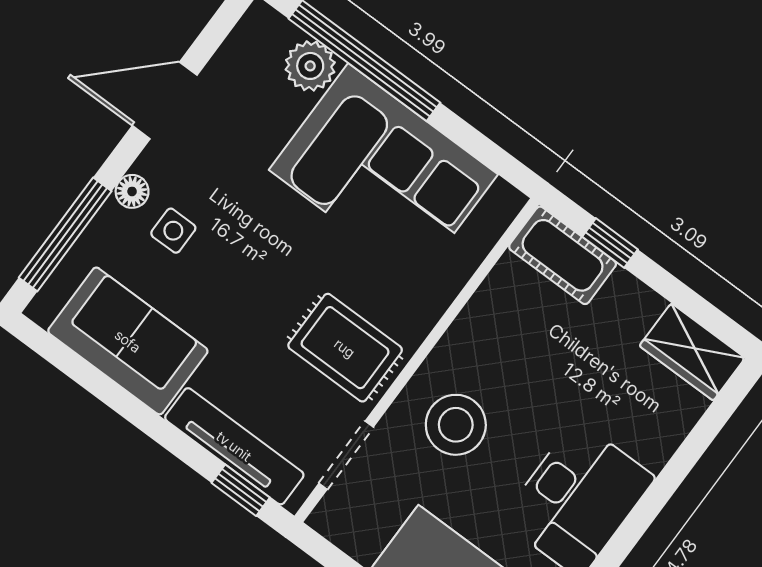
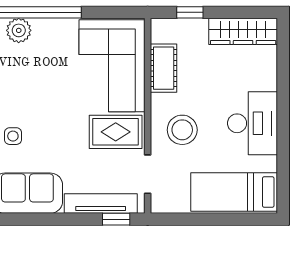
corner sofa: (383, 172) -> (112, 66), moved, turned 90
cot: (563, 255) -> (164, 68), moved, turned 90
wardrobe: (692, 352) -> (243, 31), width x1.50

